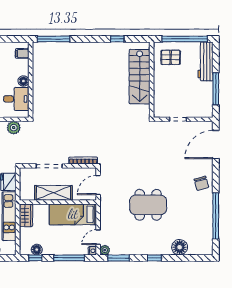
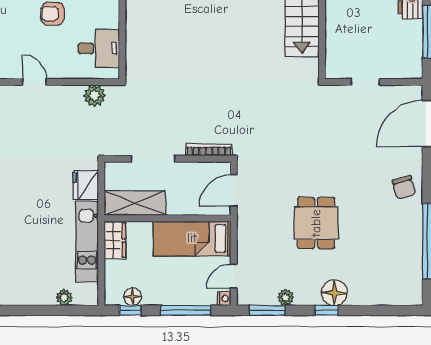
floor lamp: (23, 81) -> (111, 19), removed
shelving: (53, 193) -> (135, 203), moved
dining table: (148, 205) -> (316, 223), width x0.73
floor lamp: (180, 247) -> (334, 293), moved
plant: (105, 250) -> (286, 297), moved

